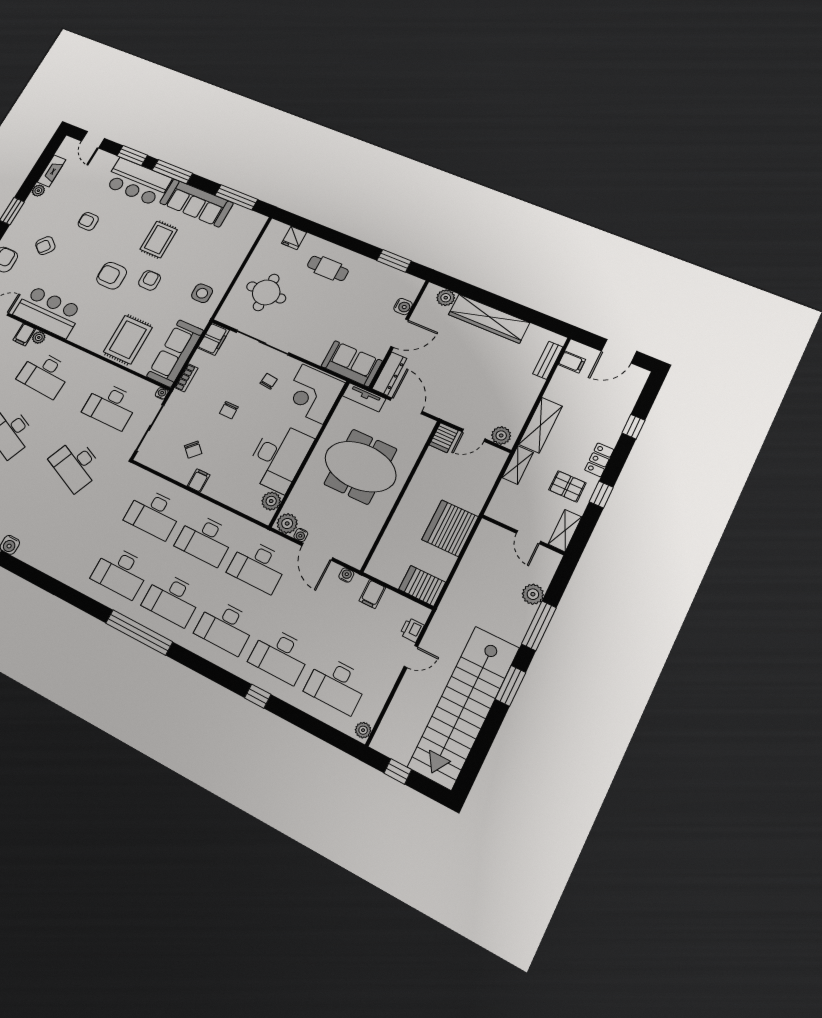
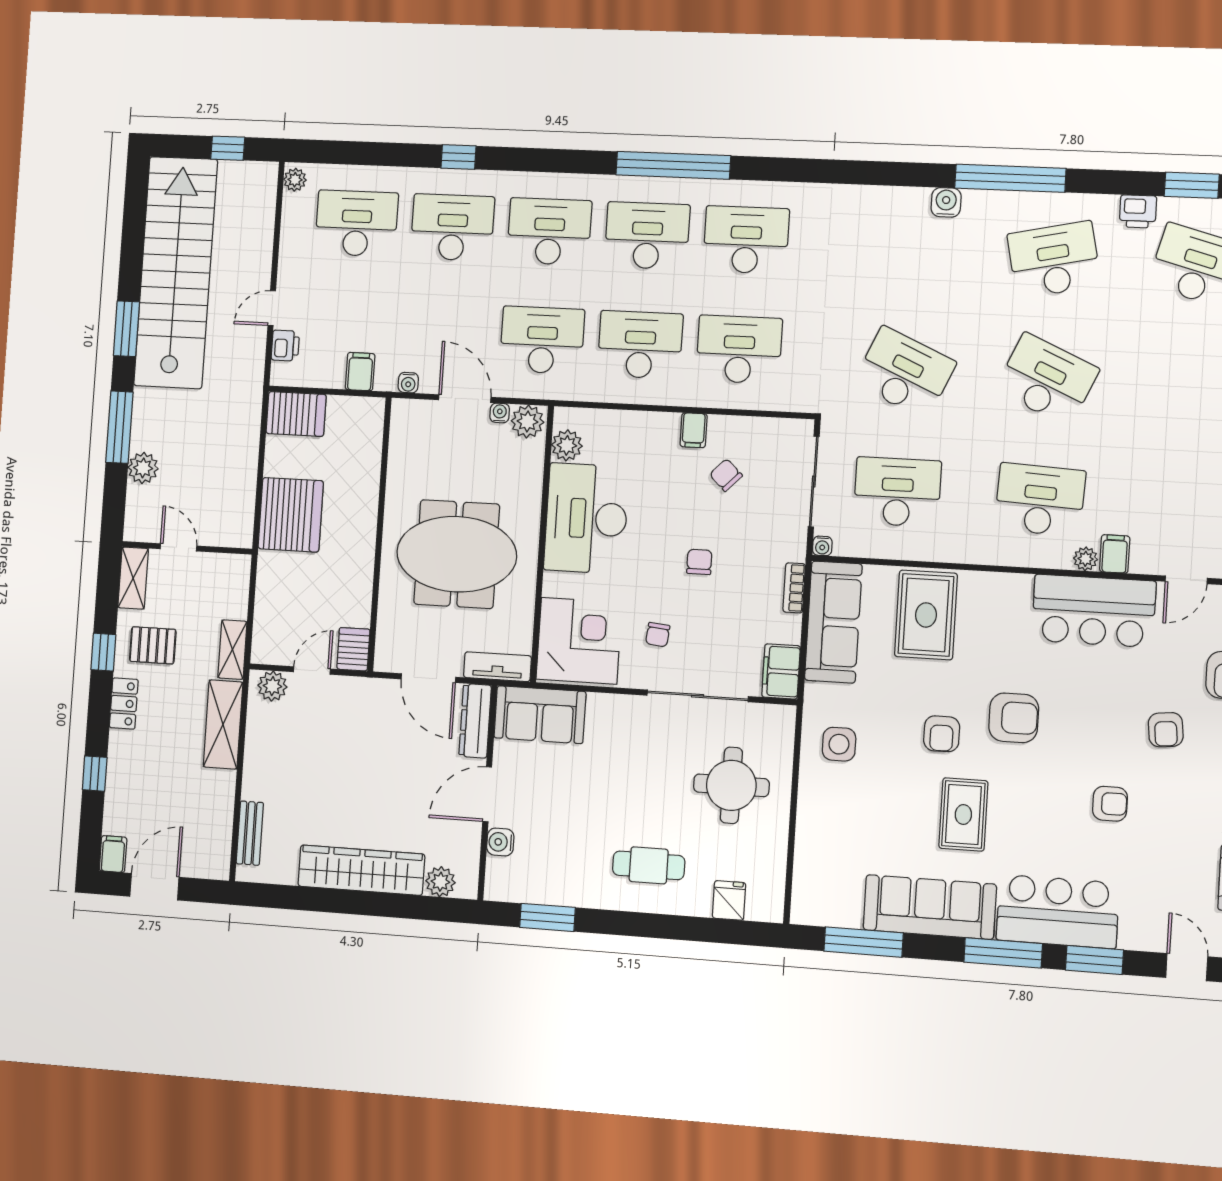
armchair: (45, 246) -> (1166, 730), turned 134
filing cabinet: (572, 362) -> (113, 854), moved, turned 90

